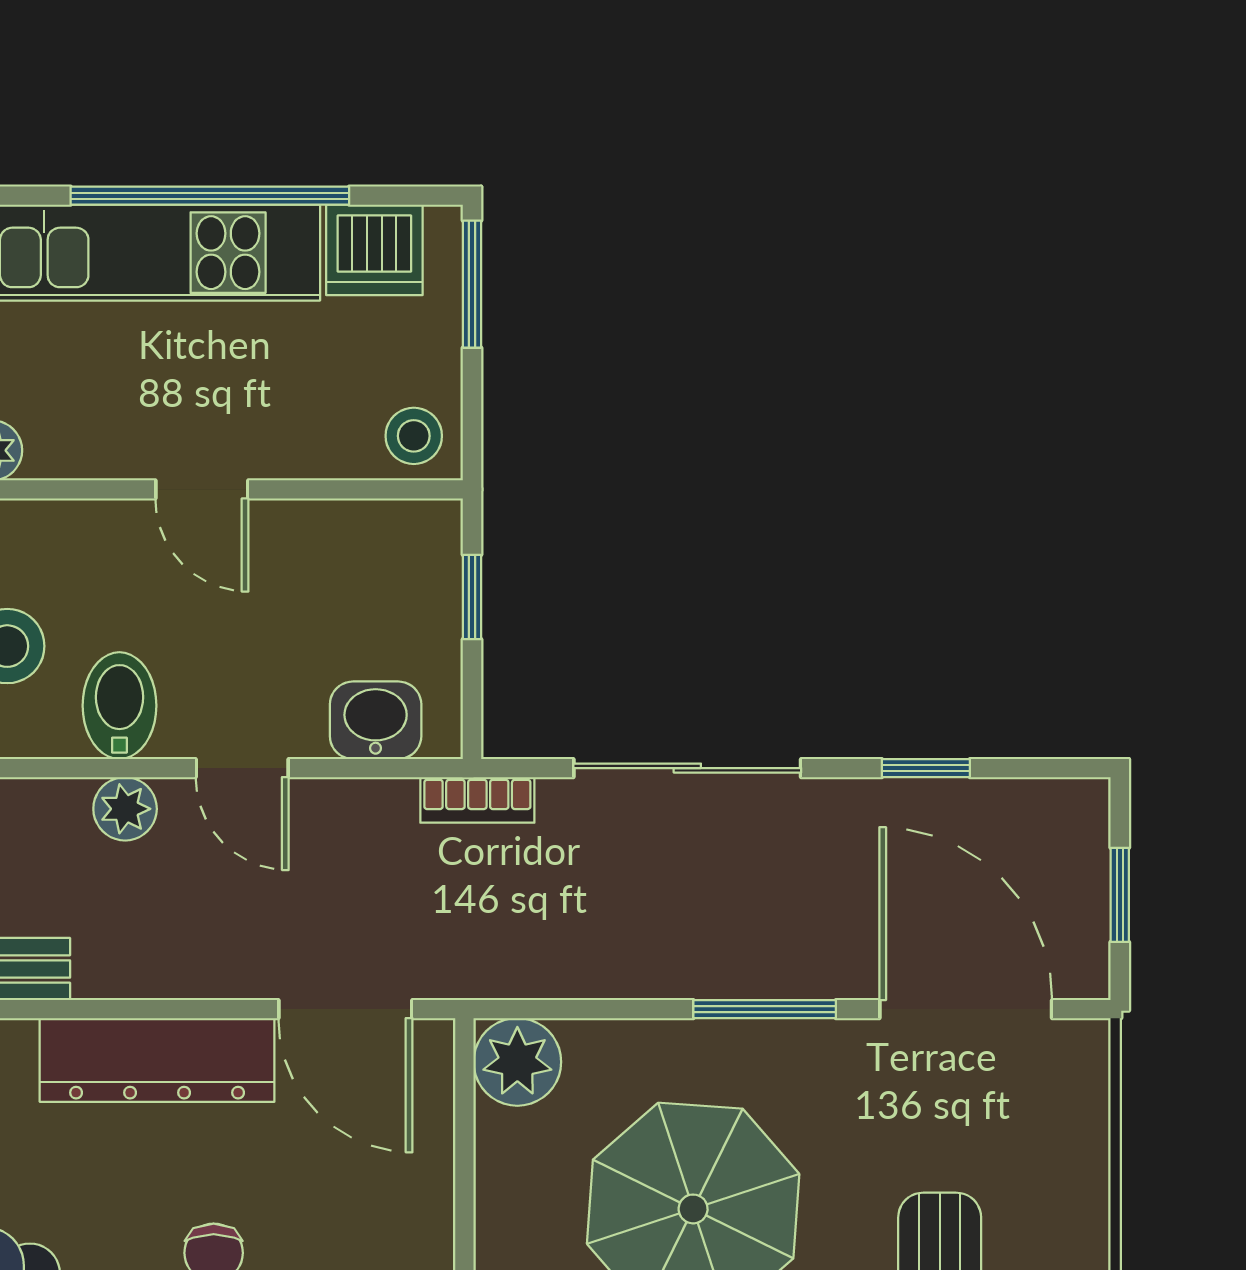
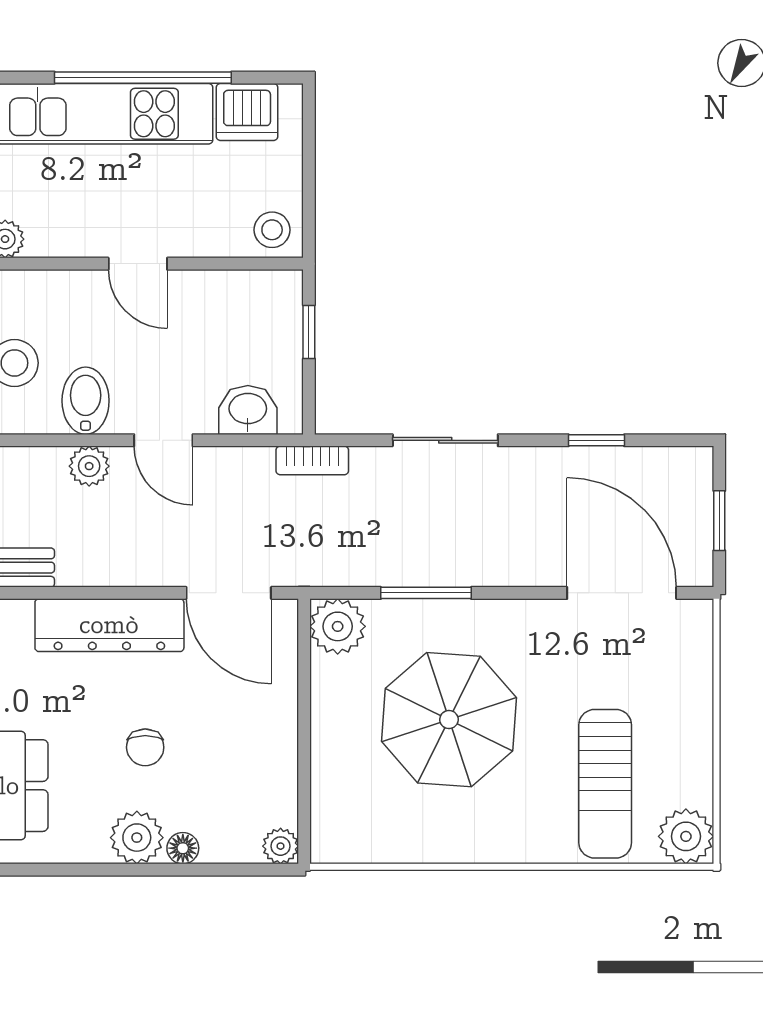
window: (472, 284) -> (309, 134), removed
sliding door: (687, 768) -> (445, 440), width x0.73
window: (765, 1009) -> (426, 593), moved

